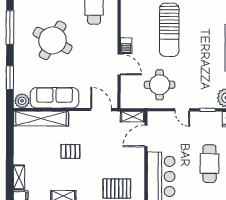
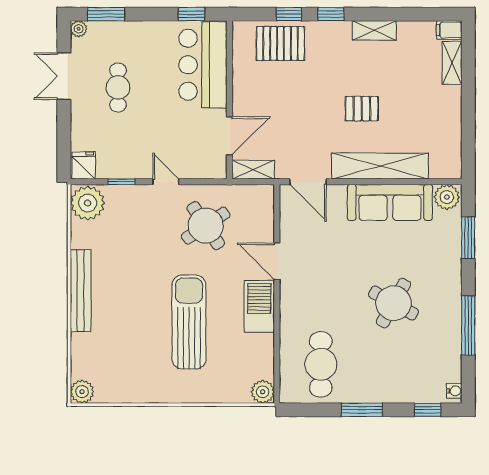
round table: (53, 40) -> (393, 303), width x0.73, depth x0.73
barbecue: (126, 46) -> (259, 306), width x1.88, depth x1.53
round table: (160, 85) -> (206, 226), turned -34
shelving: (41, 119) -> (380, 166), moved
cafe table: (209, 164) -> (118, 88), width x0.73, depth x0.74

